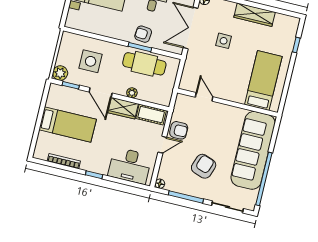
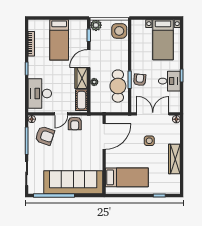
side table: (91, 61) -> (119, 31), moved
door: (204, 97) -> (104, 136), width x1.88
door: (162, 145) -> (61, 114), hinge flipped
armchair: (204, 166) -> (45, 136), moved

